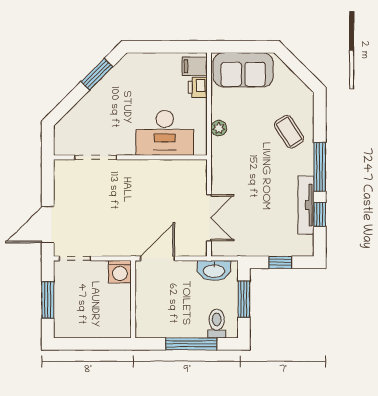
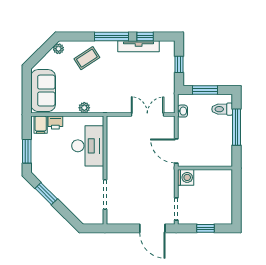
window: (157, 47) -> (27, 151), added
plant: (302, 91) -> (58, 49), added
washbasin: (214, 271) -> (183, 111), width x0.52, depth x0.69
window: (48, 300) -> (205, 228), width x0.67

